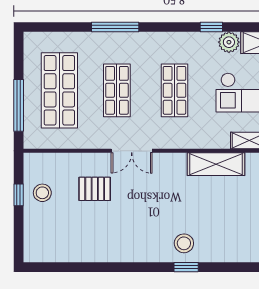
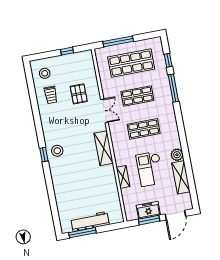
window: (211, 27) -> (168, 60), moved
double door: (132, 151) -> (104, 111), swing flipped
shelving: (216, 164) -> (104, 148), moved
stool: (42, 193) -> (45, 73), moved
trolley: (87, 236) -> (51, 95), added

